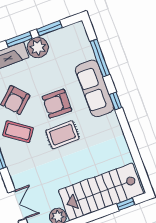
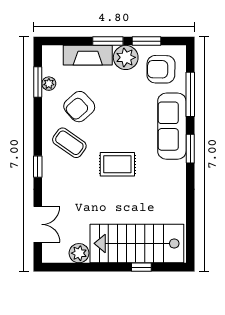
window: (116, 101) -> (190, 149), width x1.50
armchair: (57, 104) -> (161, 69), moved
window: (126, 204) -> (141, 267), moved

